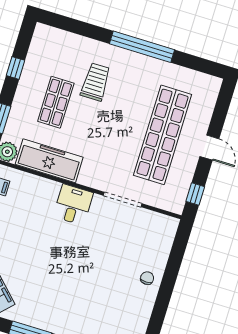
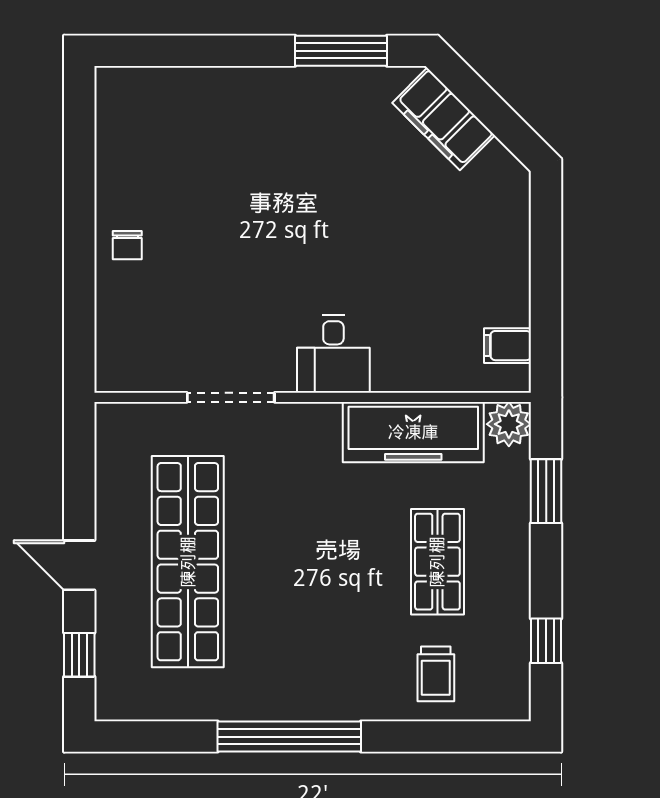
window: (16, 68) -> (546, 641), moved
trolley: (96, 82) -> (436, 674), moved, width x0.73, depth x0.72
window: (195, 194) -> (79, 655), moved

